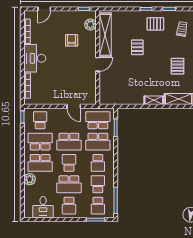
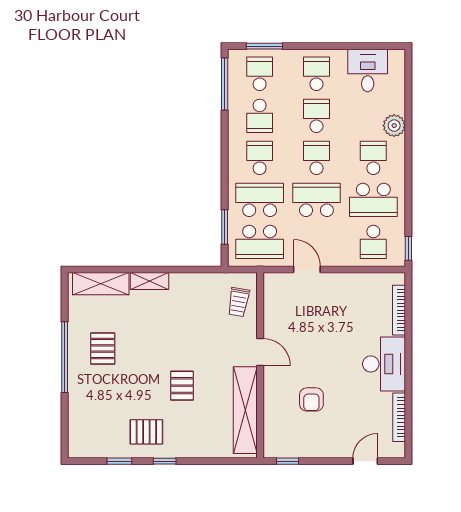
plant: (90, 25) -> (274, 430), removed
trolley: (182, 29) -> (239, 302), moved
door: (98, 64) -> (260, 352), swing flipped
school desk: (40, 163) -> (373, 158), width x0.54
school desk: (69, 163) -> (316, 158), turned 180
school desk: (69, 184) -> (316, 116), width x0.54

